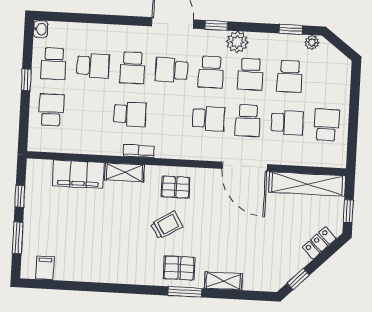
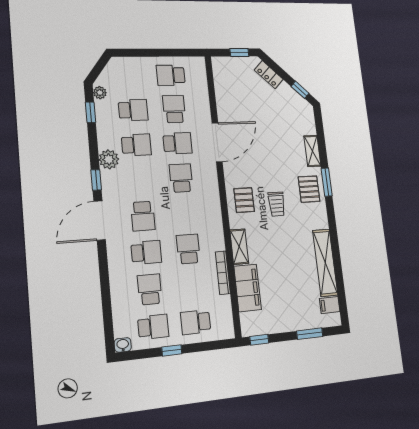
school desk: (211, 72) -> (140, 180), removed
bookcase: (139, 151) -> (223, 273), moved, width x1.56
shelving: (307, 184) -> (325, 263), moved
window: (20, 196) -> (259, 340), moved
trolley: (167, 225) -> (277, 204), turned -149

